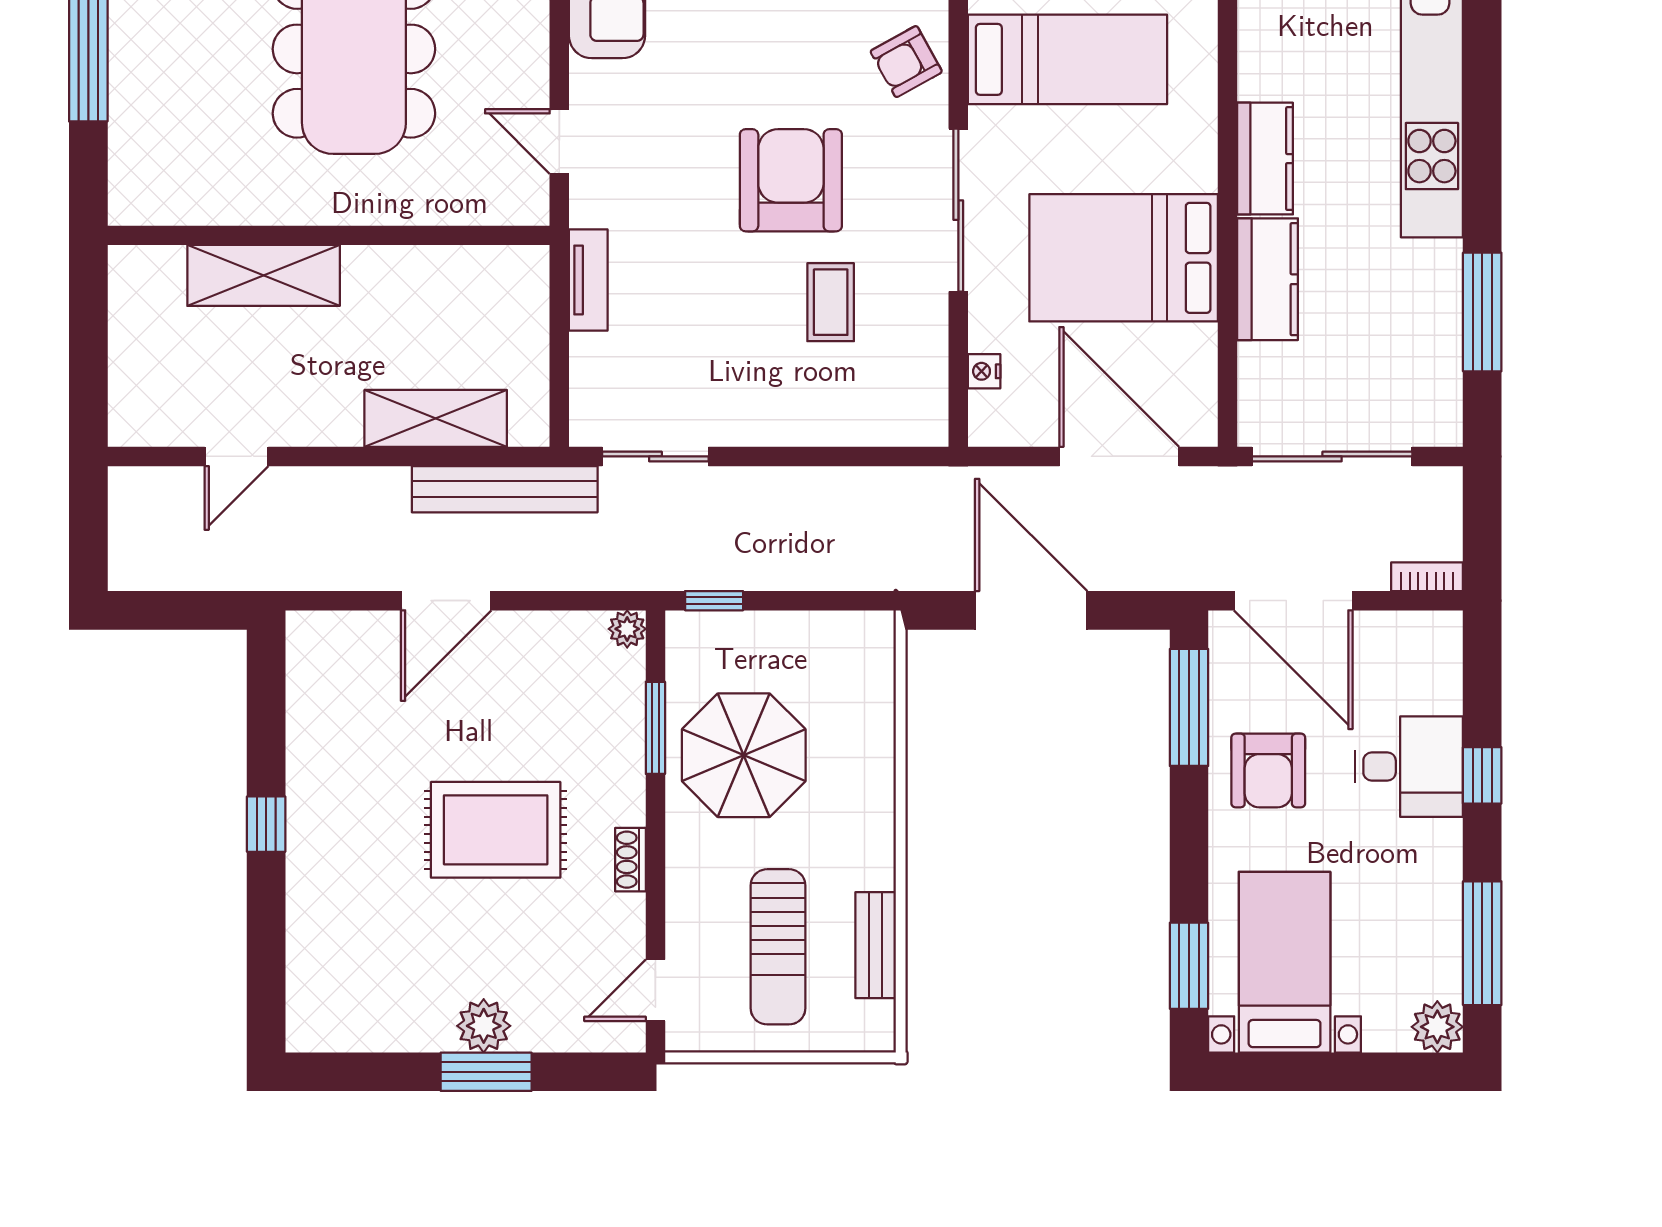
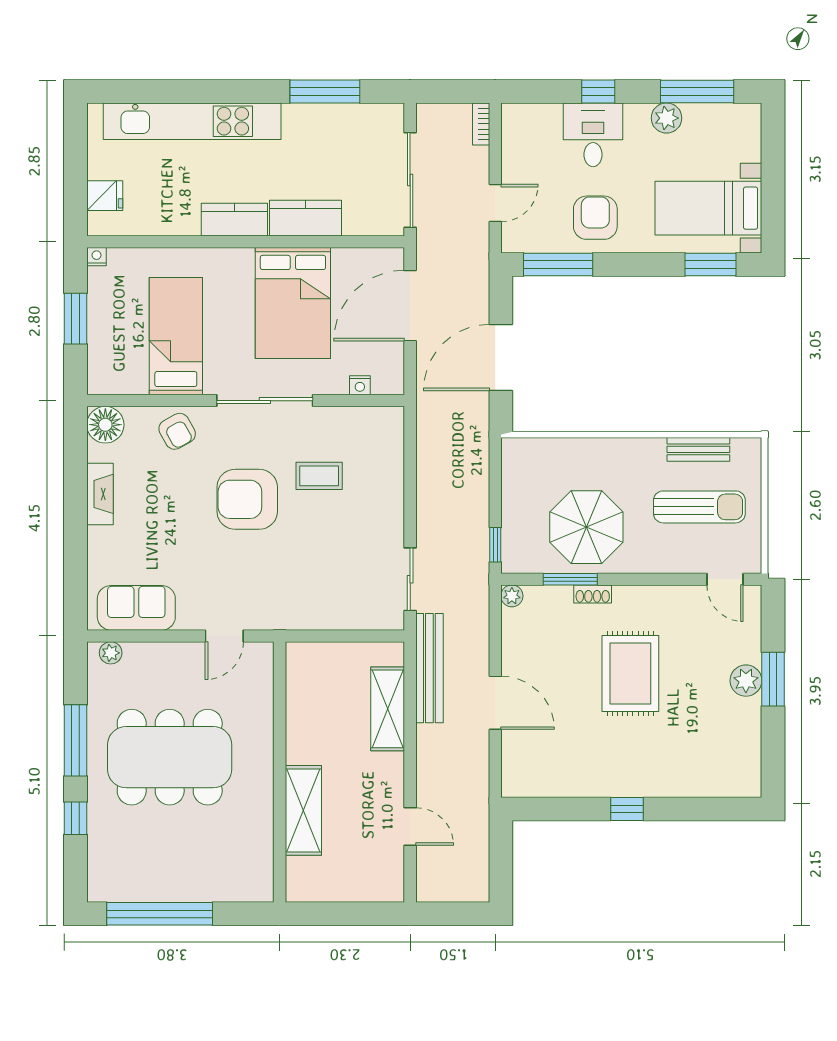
tv unit: (588, 280) -> (306, 619), removed
door: (1293, 601) -> (495, 203), width x0.53
armchair: (1268, 770) -> (595, 218), turned -90
shoe rack: (630, 860) -> (593, 594), moved
plant: (1437, 1027) -> (666, 118), moved

